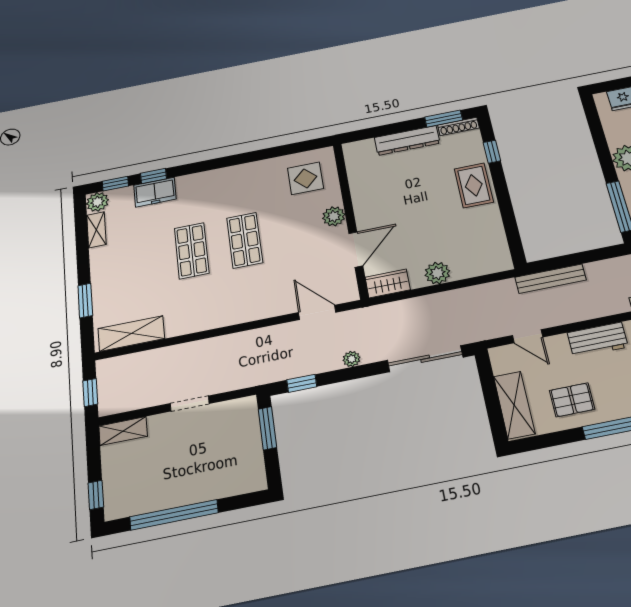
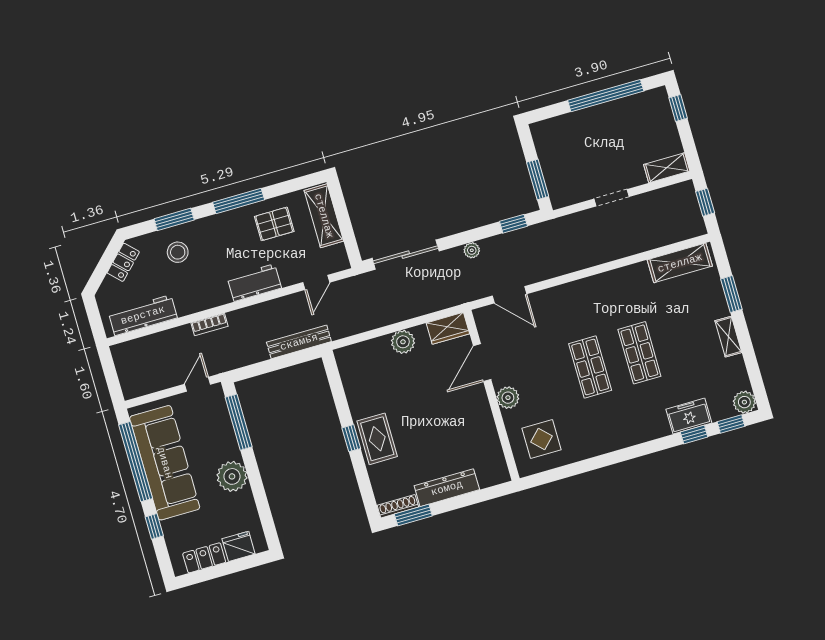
window: (492, 152) -> (351, 438), moved
shelving: (96, 230) -> (728, 337), moved
door: (528, 336) -> (316, 282), swing flipped

